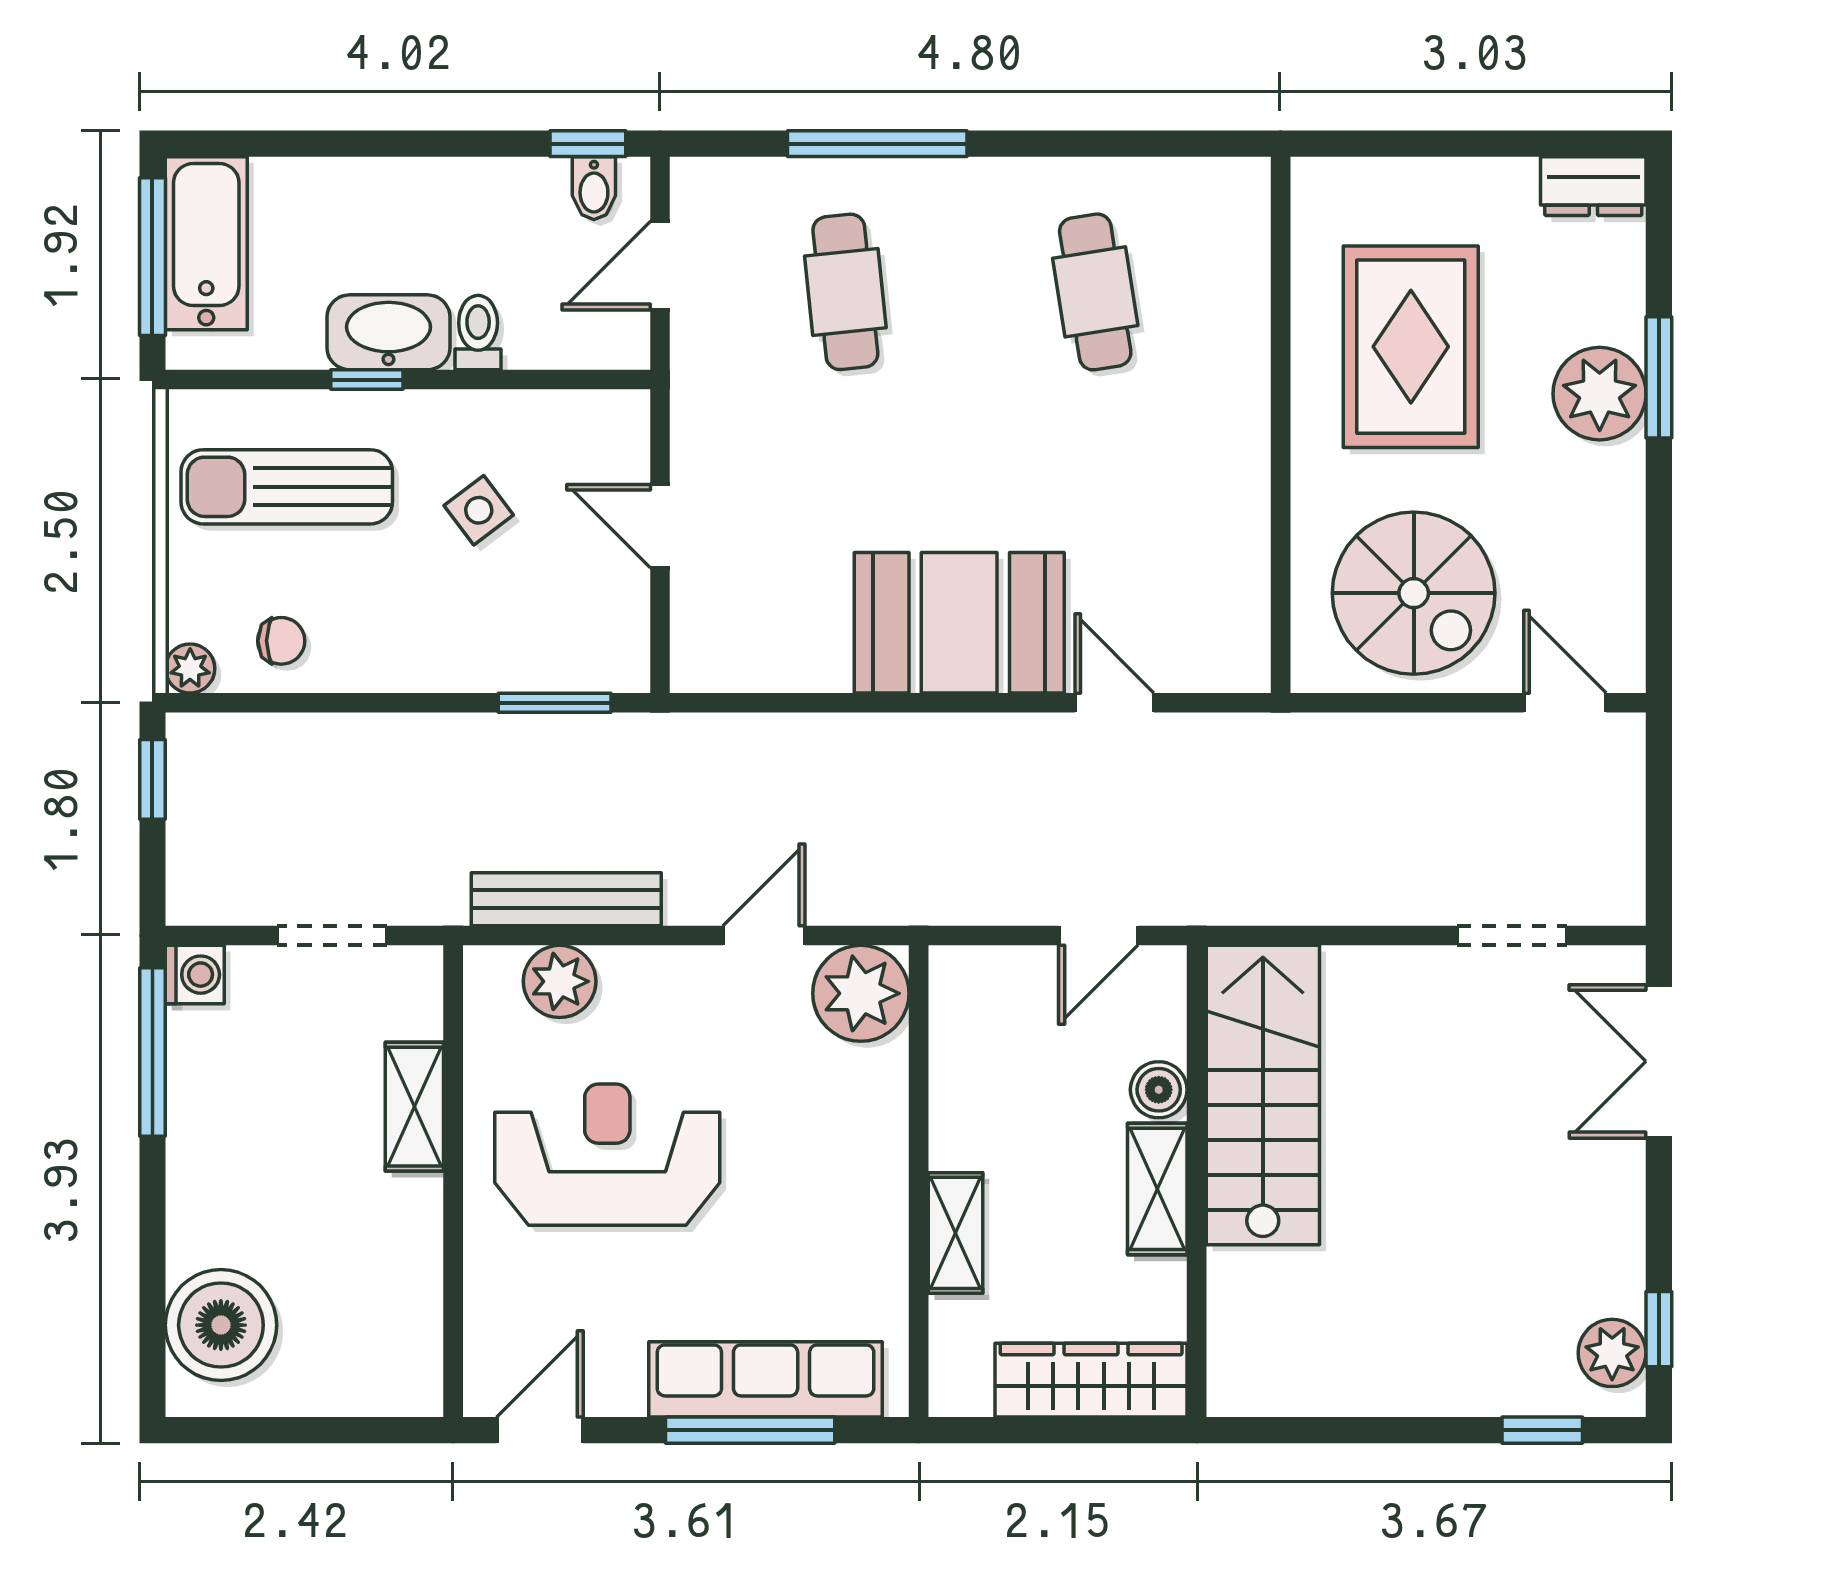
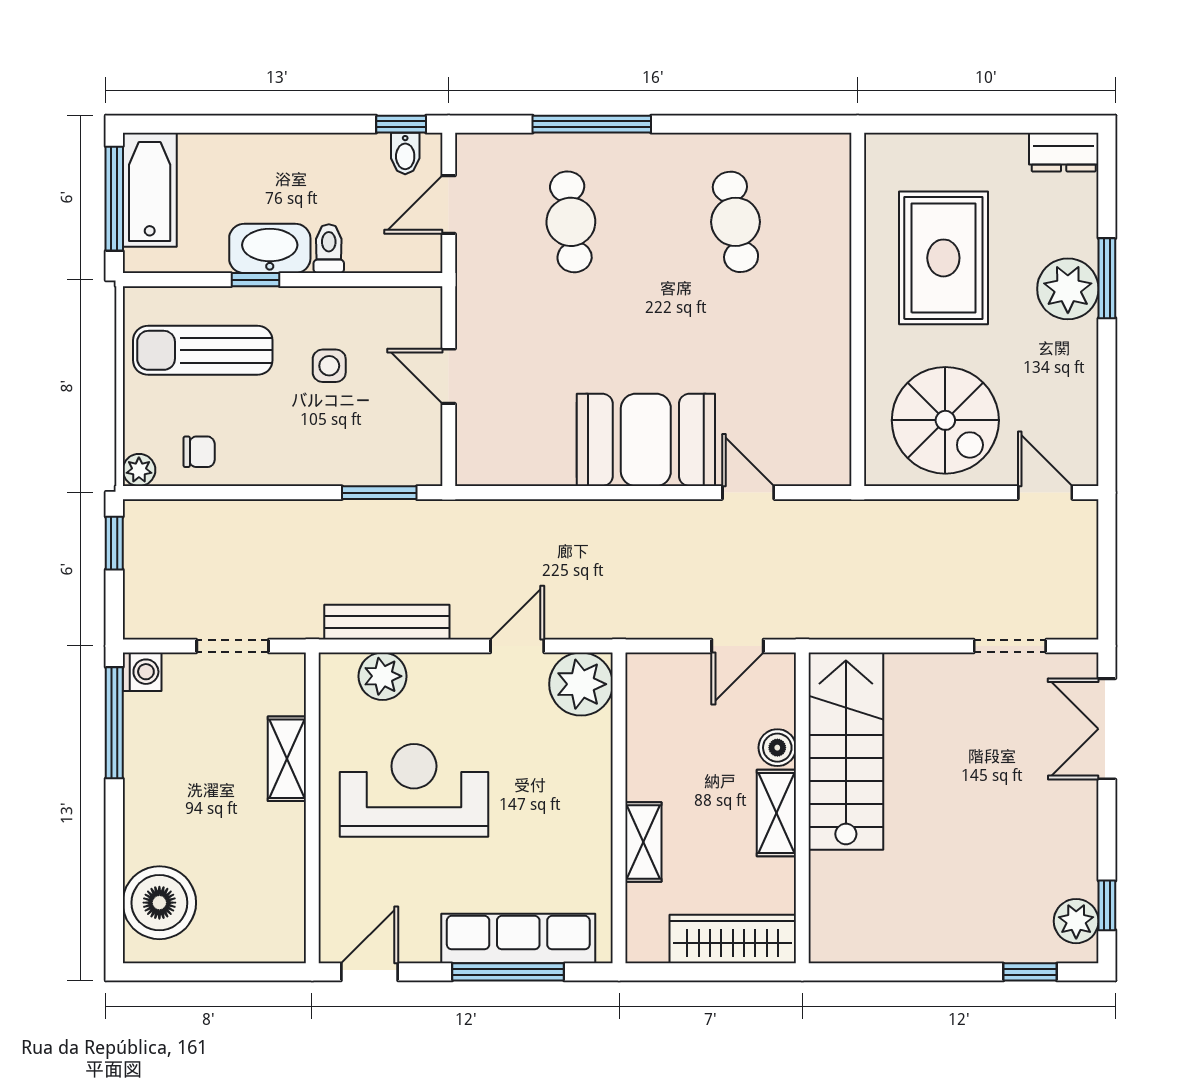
side table: (479, 510) -> (329, 366), turned 37

